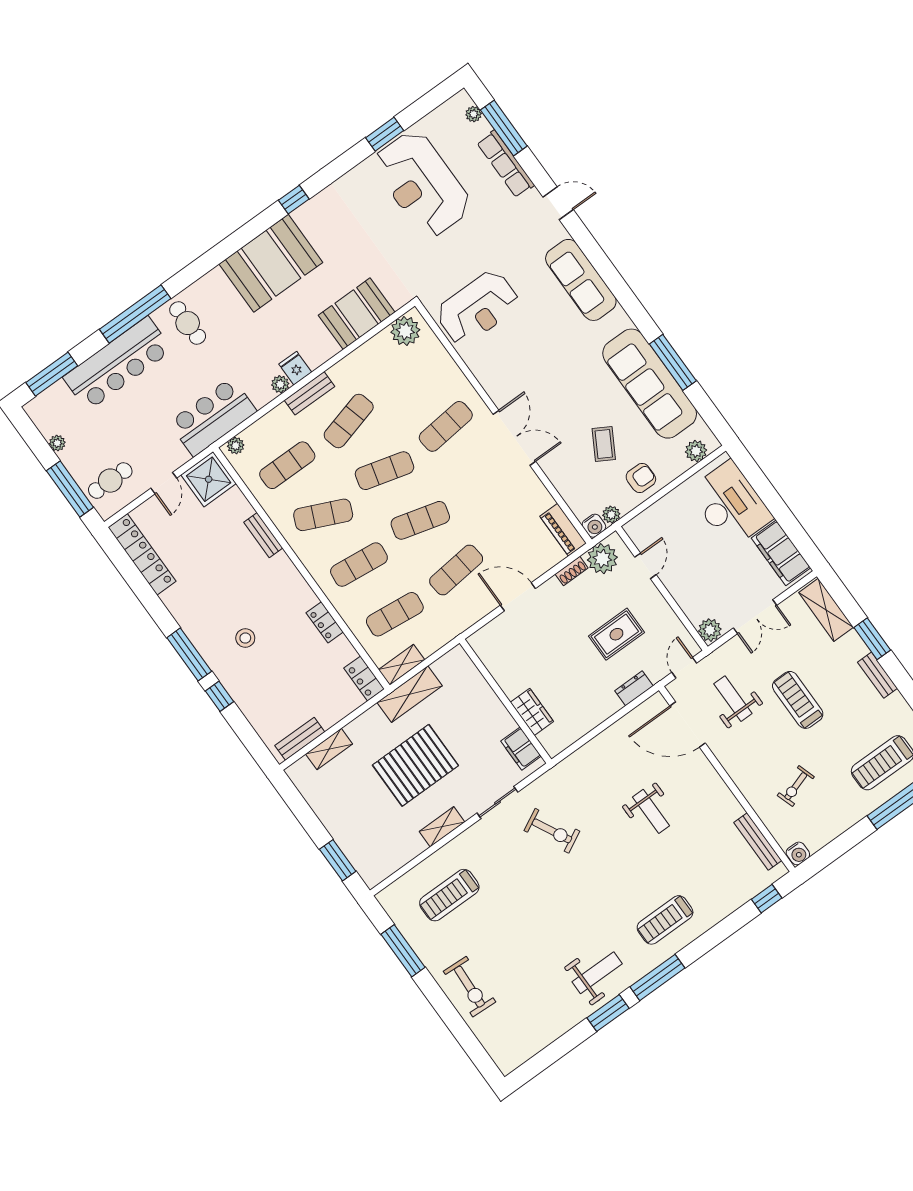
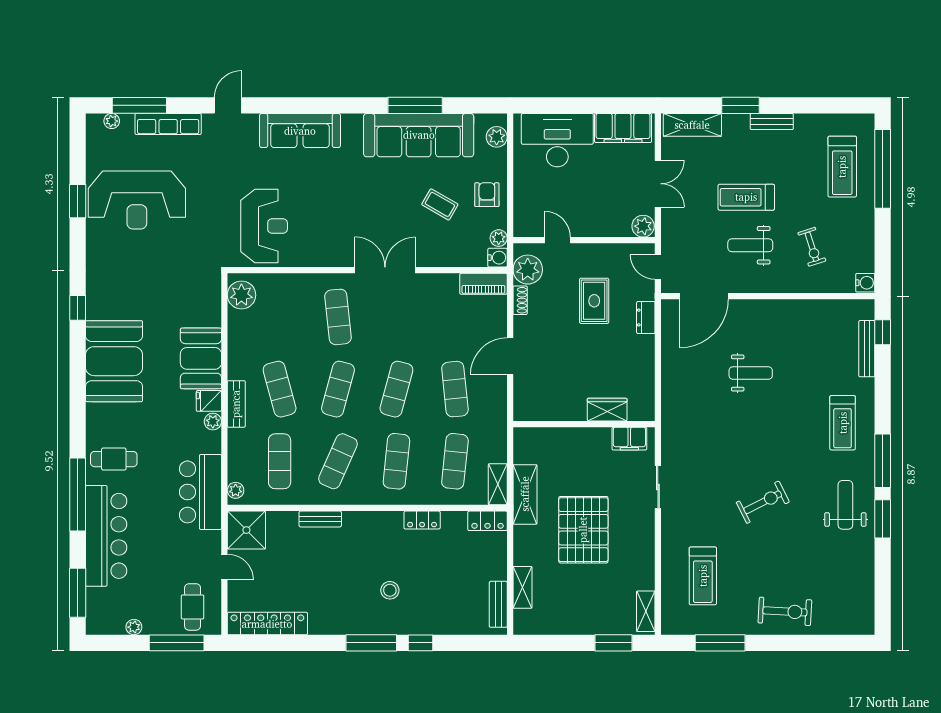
booth: (357, 314) -> (201, 358), moved
weight bench: (733, 699) -> (750, 245), moved
shelving: (442, 827) -> (646, 611), moved
exercise bike: (552, 831) -> (763, 502), moved
bench: (758, 841) -> (867, 349), moved, turned 90

